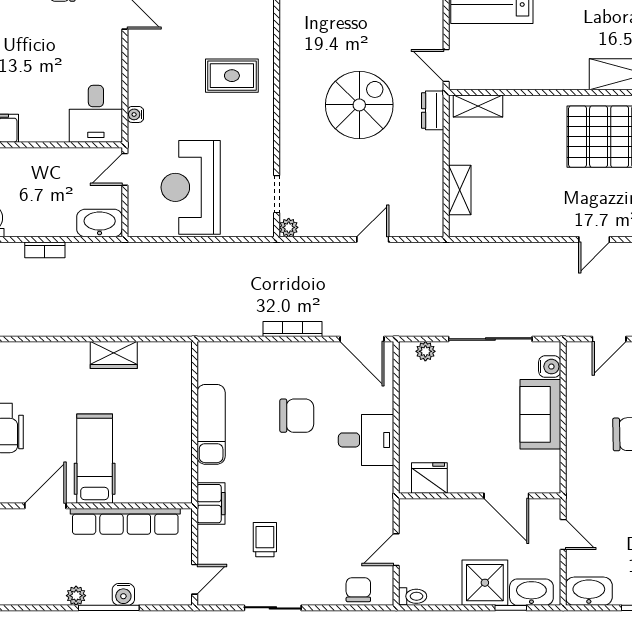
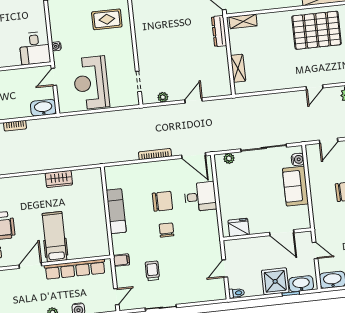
spiral stairs: (359, 105) -> (178, 28), removed
dresser: (433, 110) -> (219, 31), width x1.44
plant: (289, 227) -> (163, 97), moved
desk: (366, 440) -> (200, 197), moved
filing cabinet: (211, 504) -> (121, 260), width x0.50
chair: (358, 590) -> (166, 230), moved

